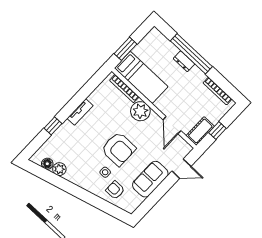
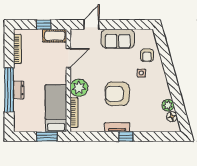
window: (53, 126) -> (126, 137), moved
armchair: (118, 149) -> (117, 94), moved, turned -90
door: (181, 169) -> (91, 25), hinge flipped

